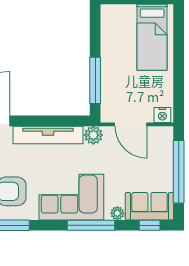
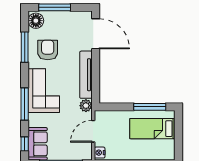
bed: (152, 37) -> (152, 129), moved
window: (95, 80) -> (150, 107), moved
plant: (117, 213) -> (33, 122), removed

